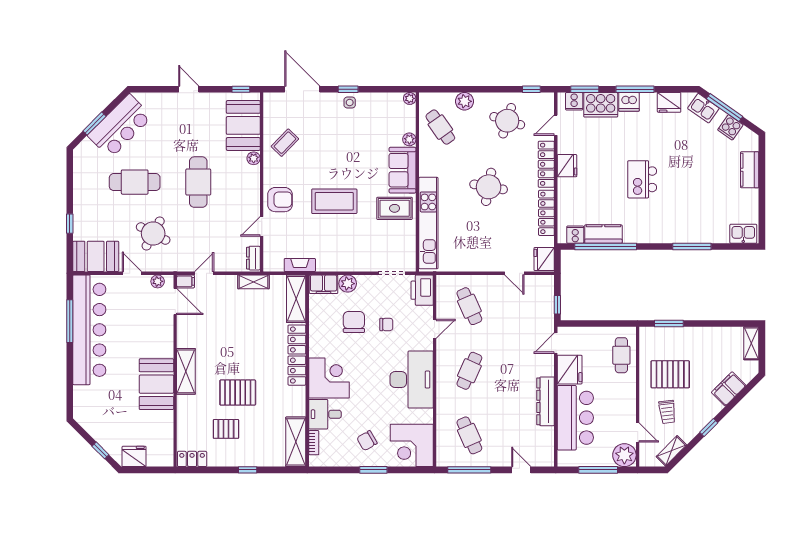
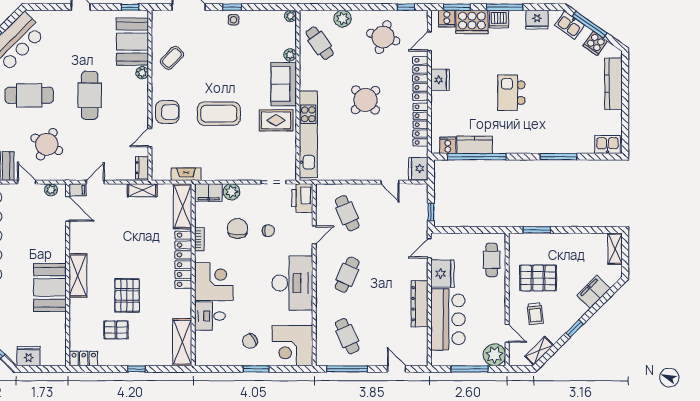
kitchen counter: (750, 170) -> (614, 84), width x1.50
round table: (489, 187) -> (365, 100), turned 36
pallet: (238, 393) -> (127, 295), turned 90
bookcase: (314, 443) -> (199, 239), moved

